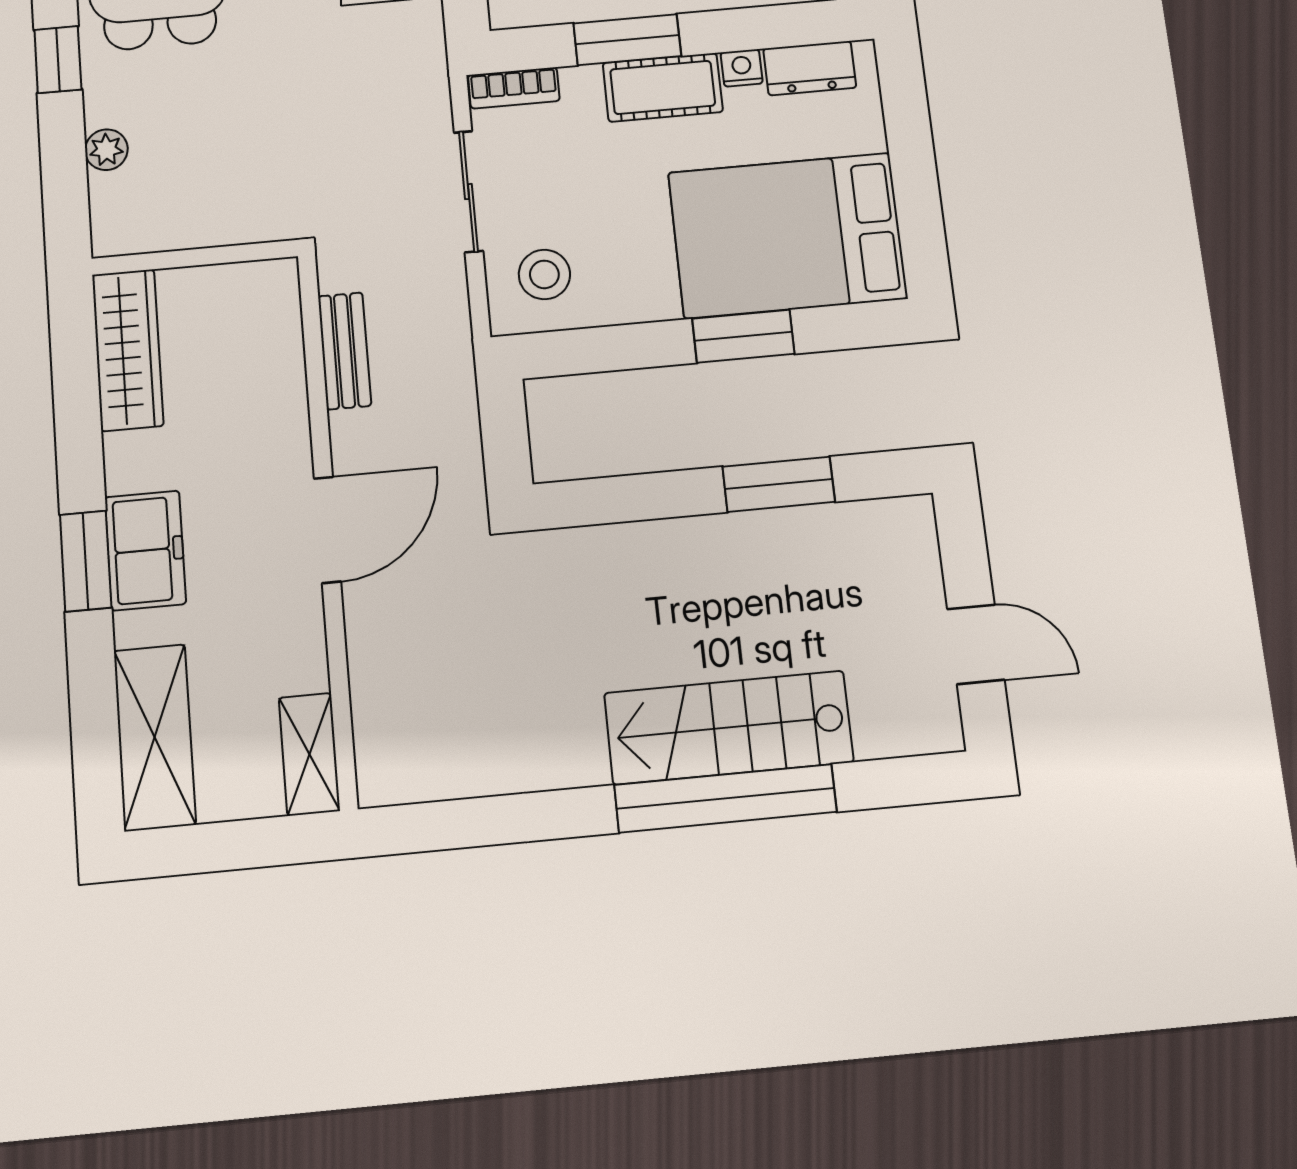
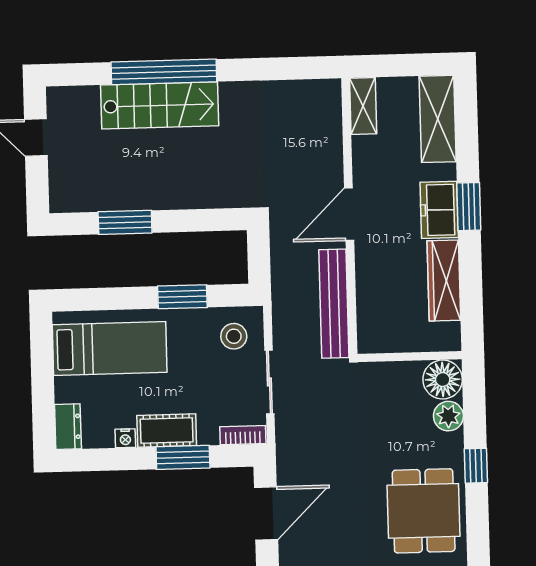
dresser: (810, 68) -> (68, 427), moved, turned 90
plant: (106, 150) -> (448, 416), width x1.38, depth x1.38
floor lamp: (128, 218) -> (443, 379), added
bed: (787, 235) -> (110, 348), width x0.67
window: (743, 336) -> (182, 297), moved
wardrobe: (128, 350) -> (444, 281), moved
bench: (345, 351) -> (334, 304), width x1.86, depth x1.21

